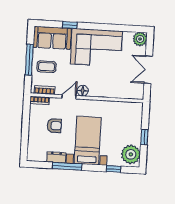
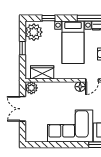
plant: (140, 39) -> (31, 88), moved
double door: (148, 70) -> (22, 109), swing flipped
wardrobe: (124, 109) -> (42, 72), added

